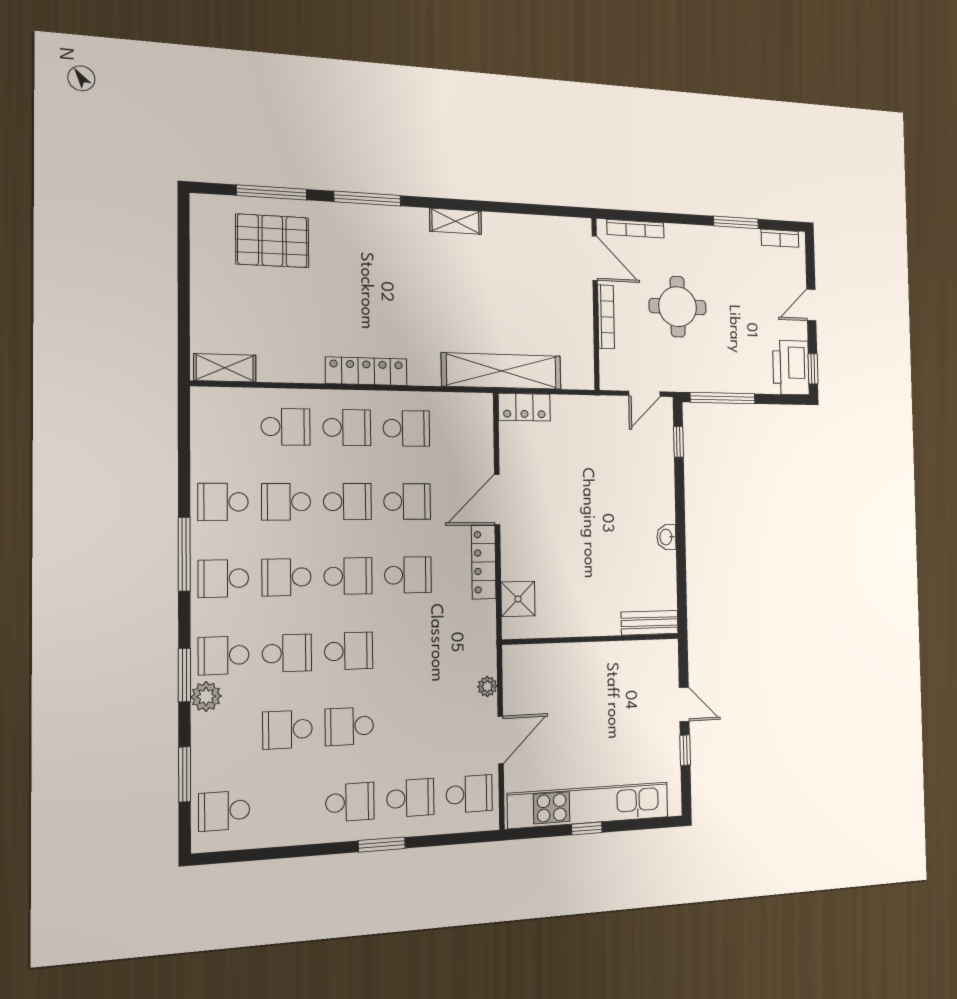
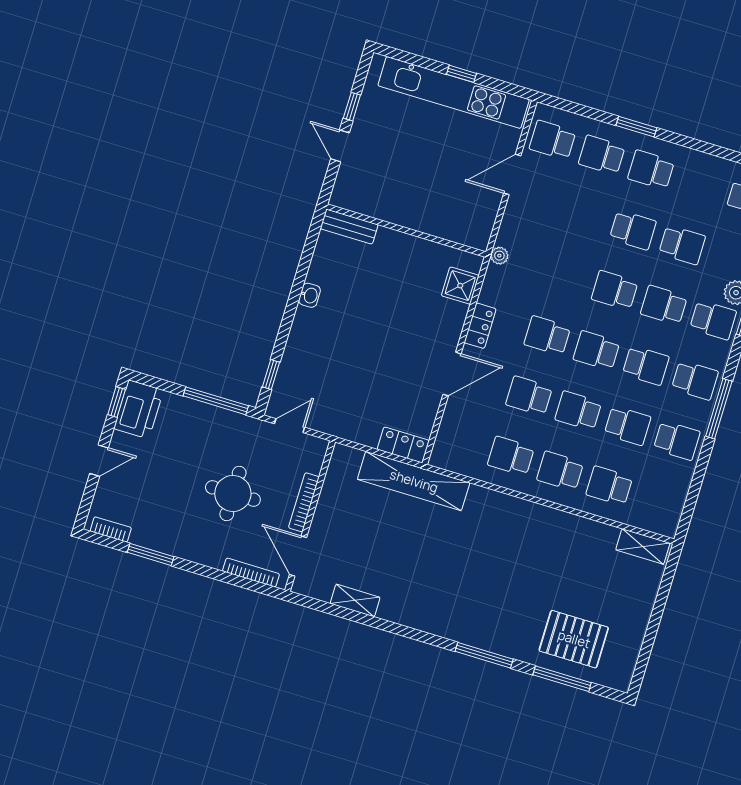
shelving: (456, 221) -> (355, 600), moved
locker: (366, 371) -> (530, 513), removed
locker: (484, 562) -> (480, 326), width x0.66
plant: (487, 686) -> (499, 256), moved

